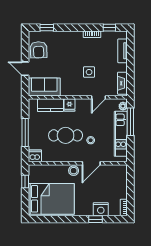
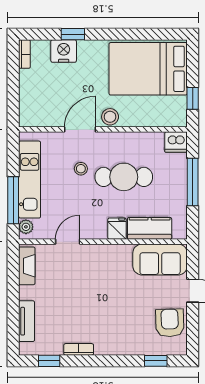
side table: (89, 72) -> (84, 285), removed

